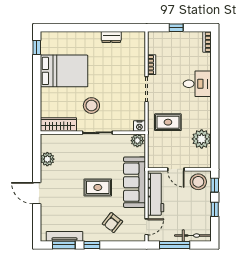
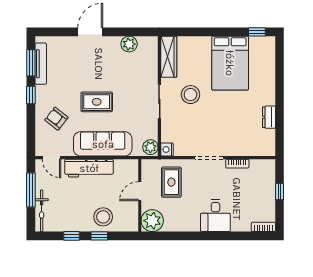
door: (176, 169) -> (140, 191), moved
wall: (179, 169) -> (140, 195), moved
rug: (98, 187) -> (97, 102), turned 90

